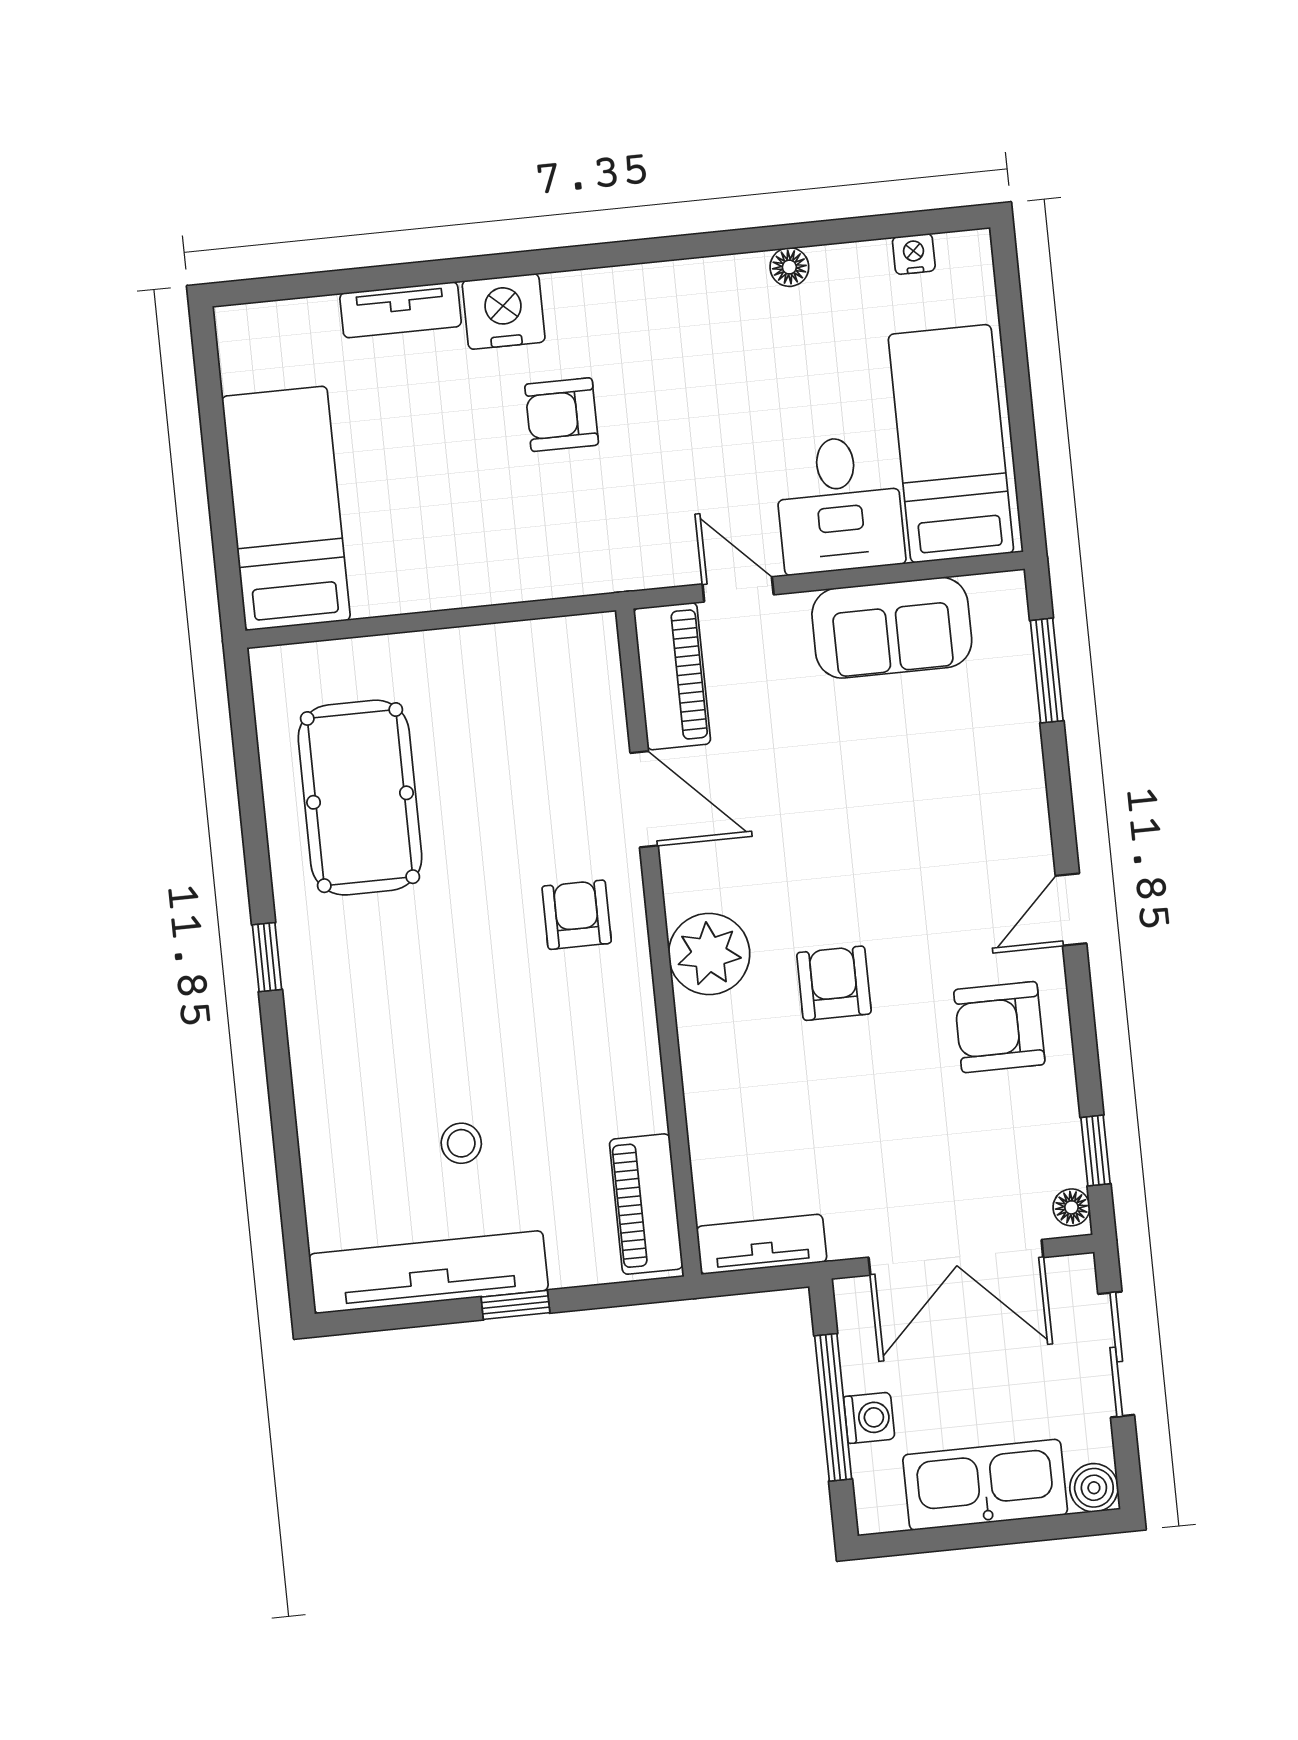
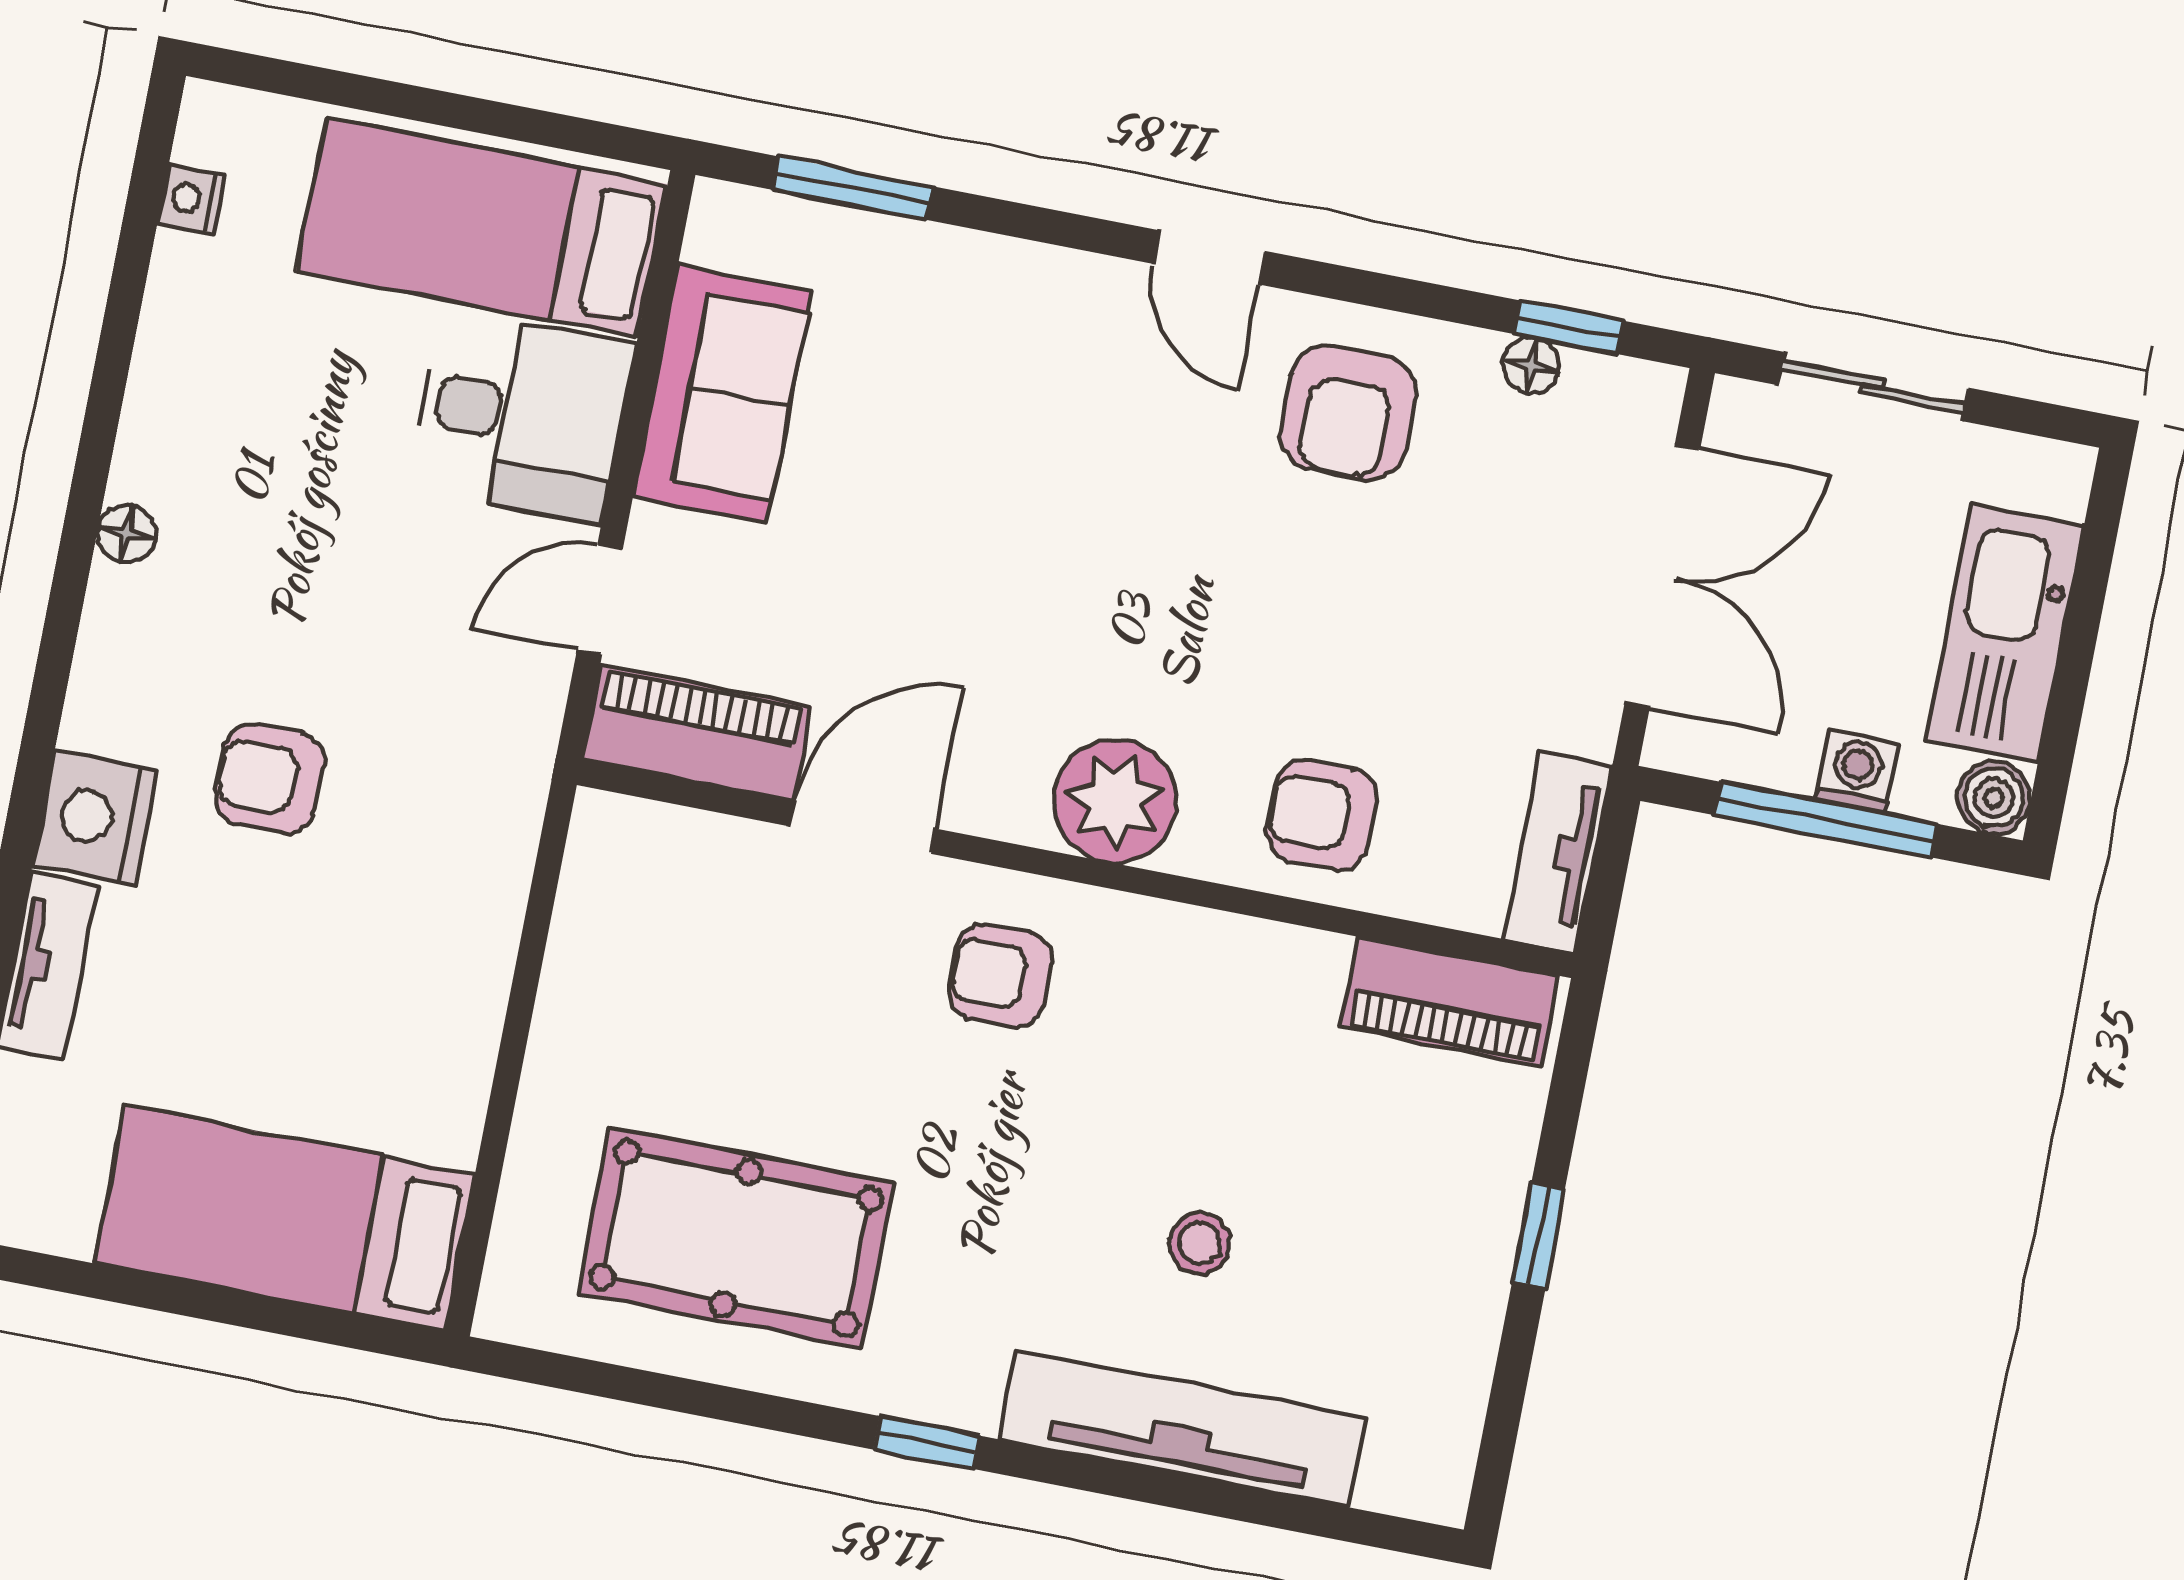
floor lamp: (789, 267) -> (127, 533), moved
armchair: (562, 415) -> (270, 779), turned 90
armchair: (834, 983) -> (1322, 815), moved
stool: (461, 1143) -> (1200, 1243), moved
floor lamp: (1071, 1207) -> (1531, 366), moved
tv unit: (429, 1272) -> (1183, 1429), moved, turned 90
boiler: (1094, 1488) -> (1994, 798), moved

